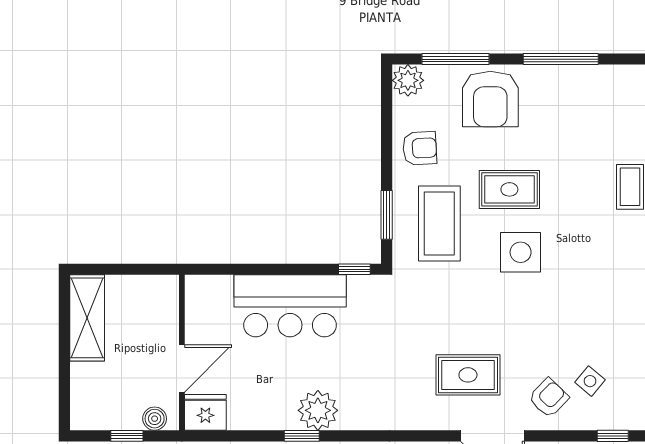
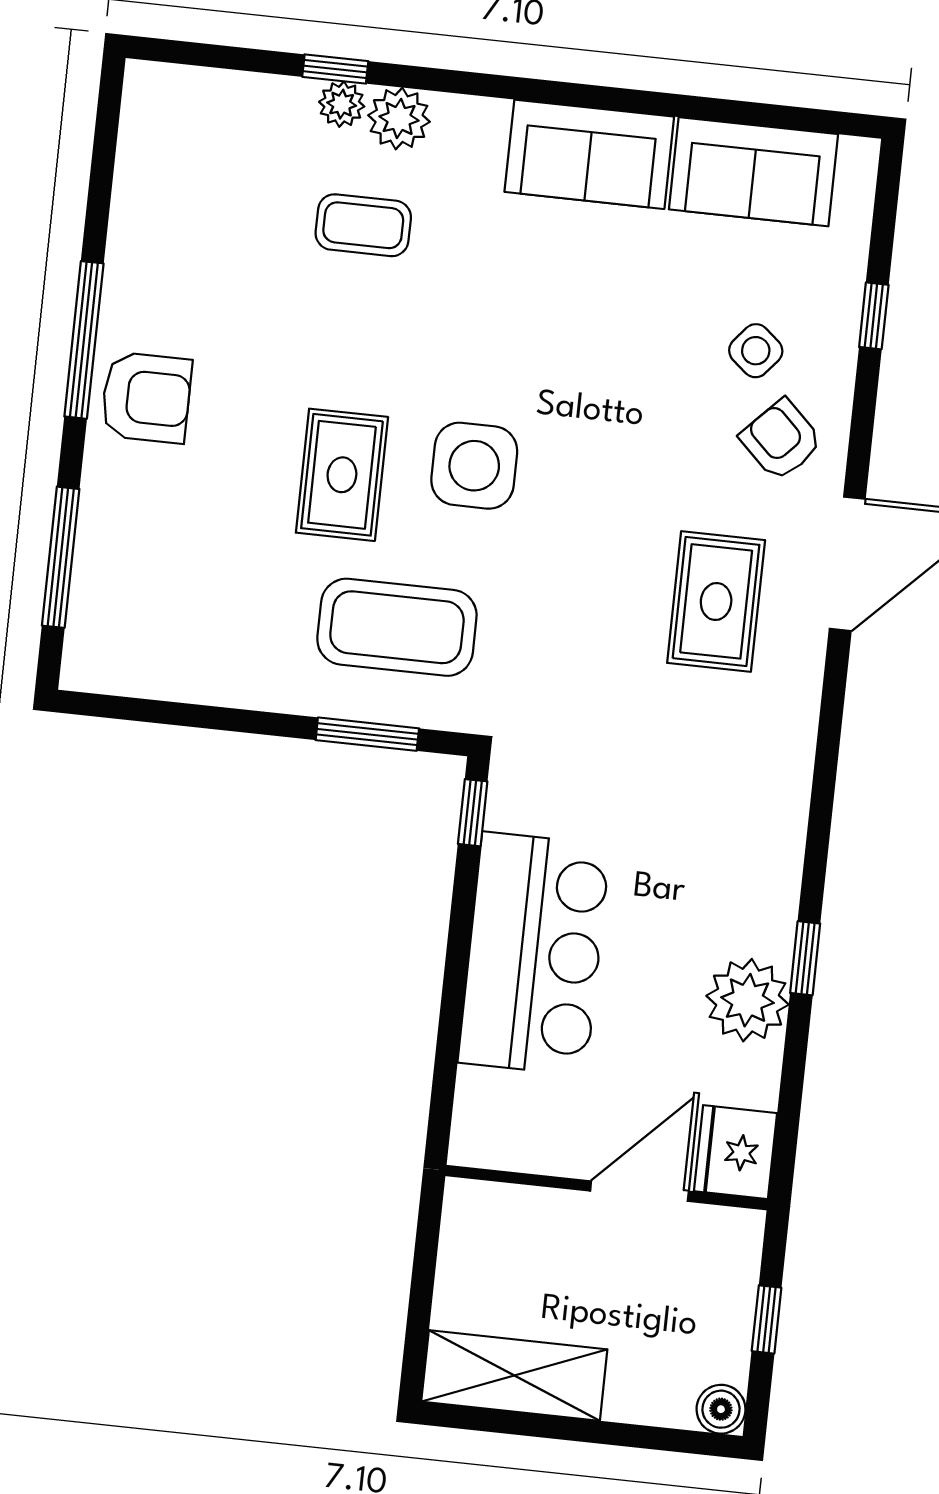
plant: (408, 80) -> (94, 660), removed
armchair: (490, 99) -> (146, 398), moved, width x0.73, depth x0.73
armchair: (420, 148) -> (237, 651), removed
door: (182, 368) -> (639, 1191), hinge flipped
plant: (318, 410) -> (747, 1000), moved
boiler: (155, 419) -> (721, 1409), moved

